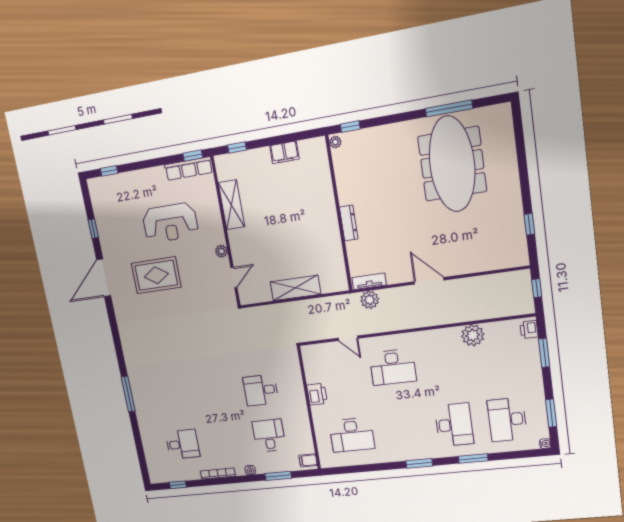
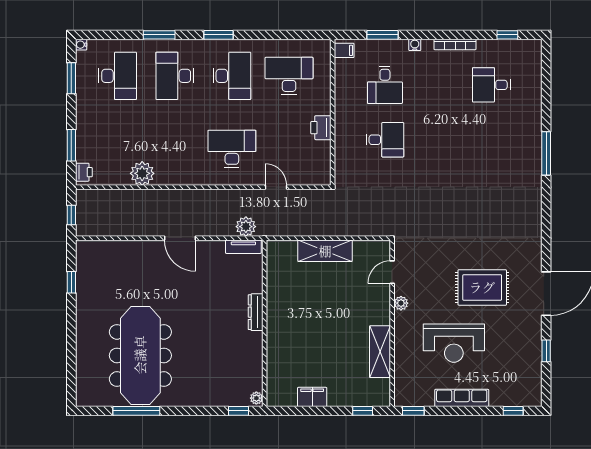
row of seats: (189, 169) -> (462, 398), moved
reception desk: (170, 223) -> (454, 343), turned 180
desk: (402, 430) -> (232, 76), added

